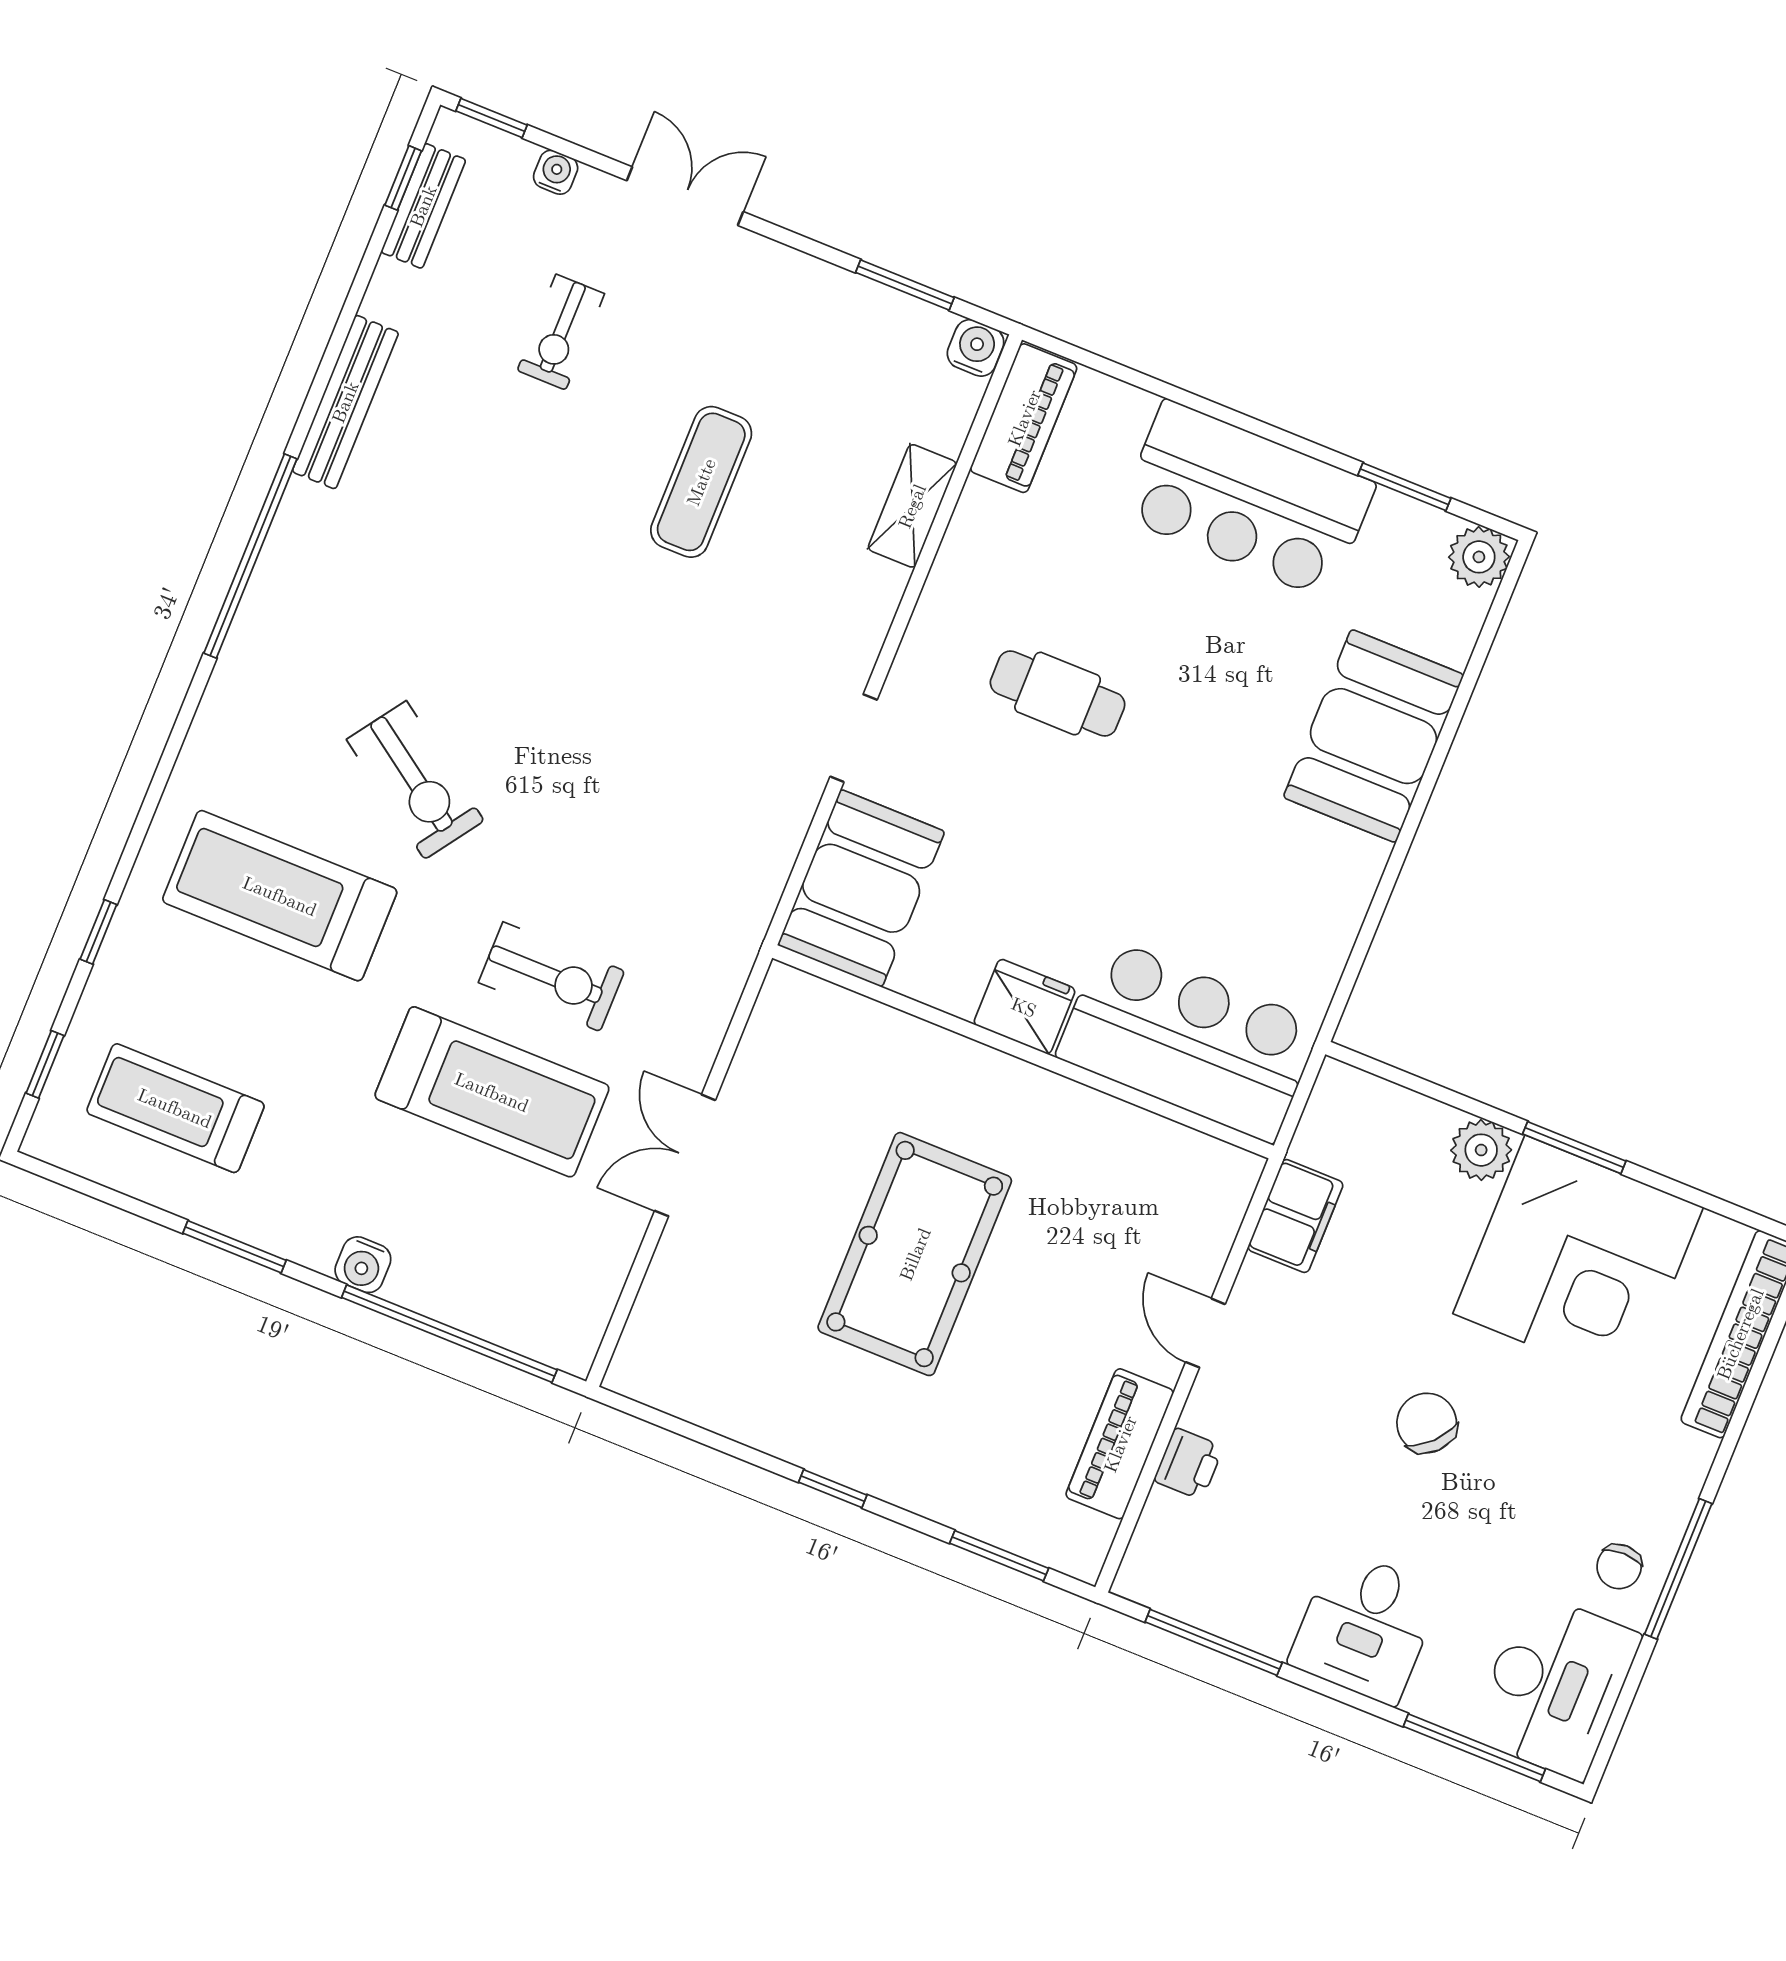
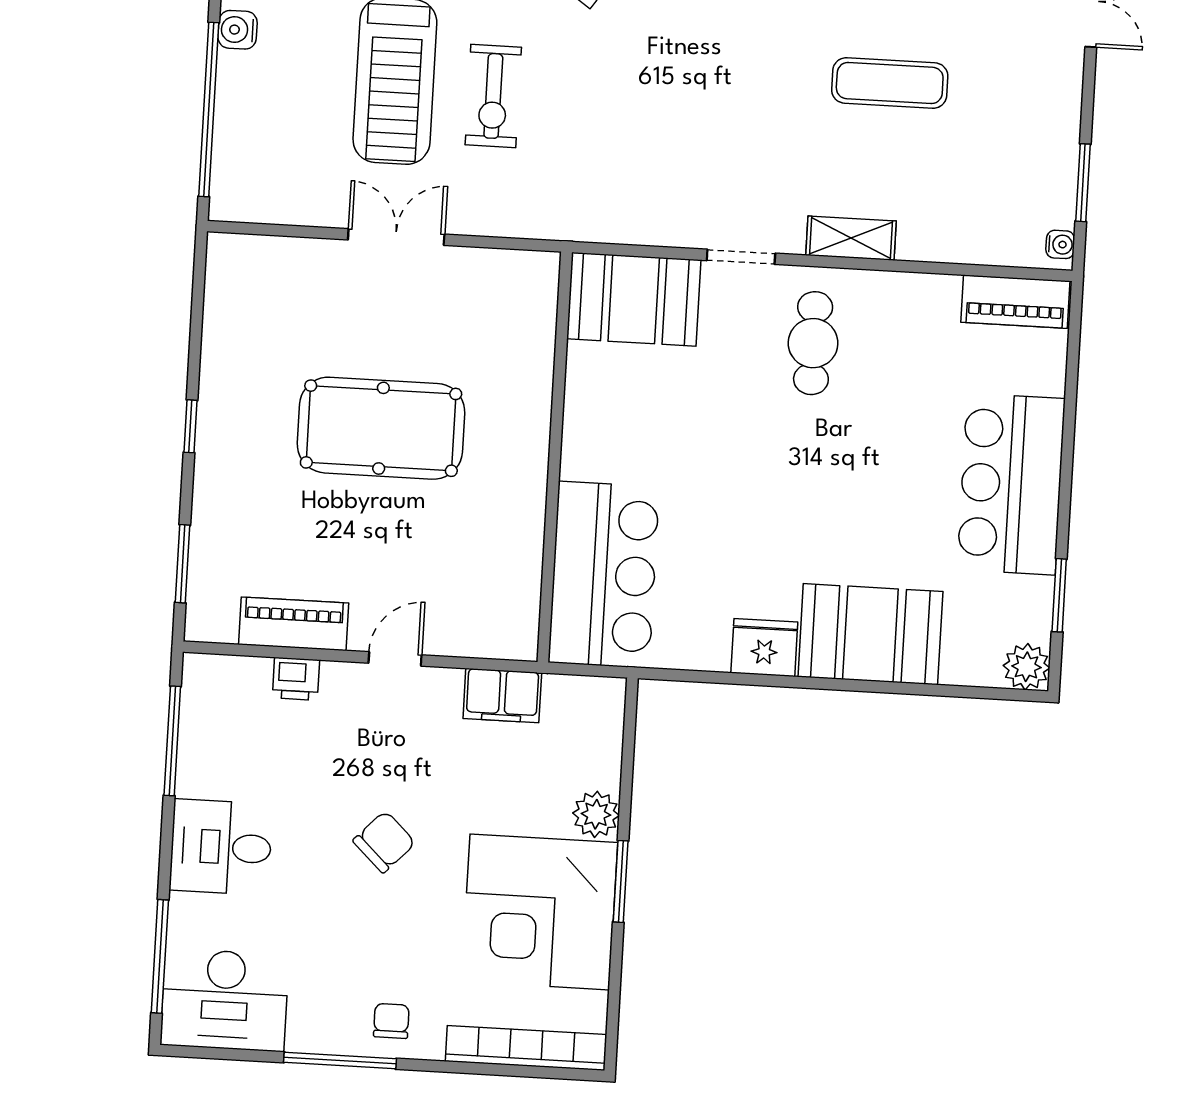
water cooler: (976, 348) -> (1060, 244), width x0.72, depth x0.72
shelving: (912, 506) -> (851, 238), moved
cafe table: (1058, 694) -> (813, 343), moved
fridge: (1024, 1007) -> (764, 648), moved, turned -90
chair: (1619, 1567) -> (391, 1021), moved, turned 90

